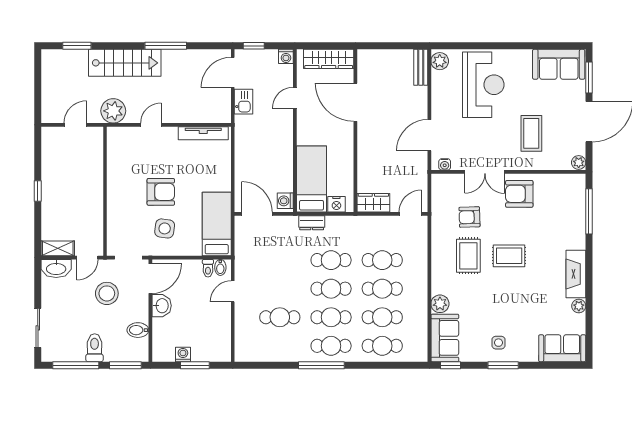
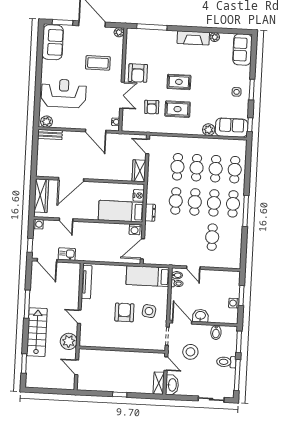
rug: (509, 256) -> (179, 82), turned 90

